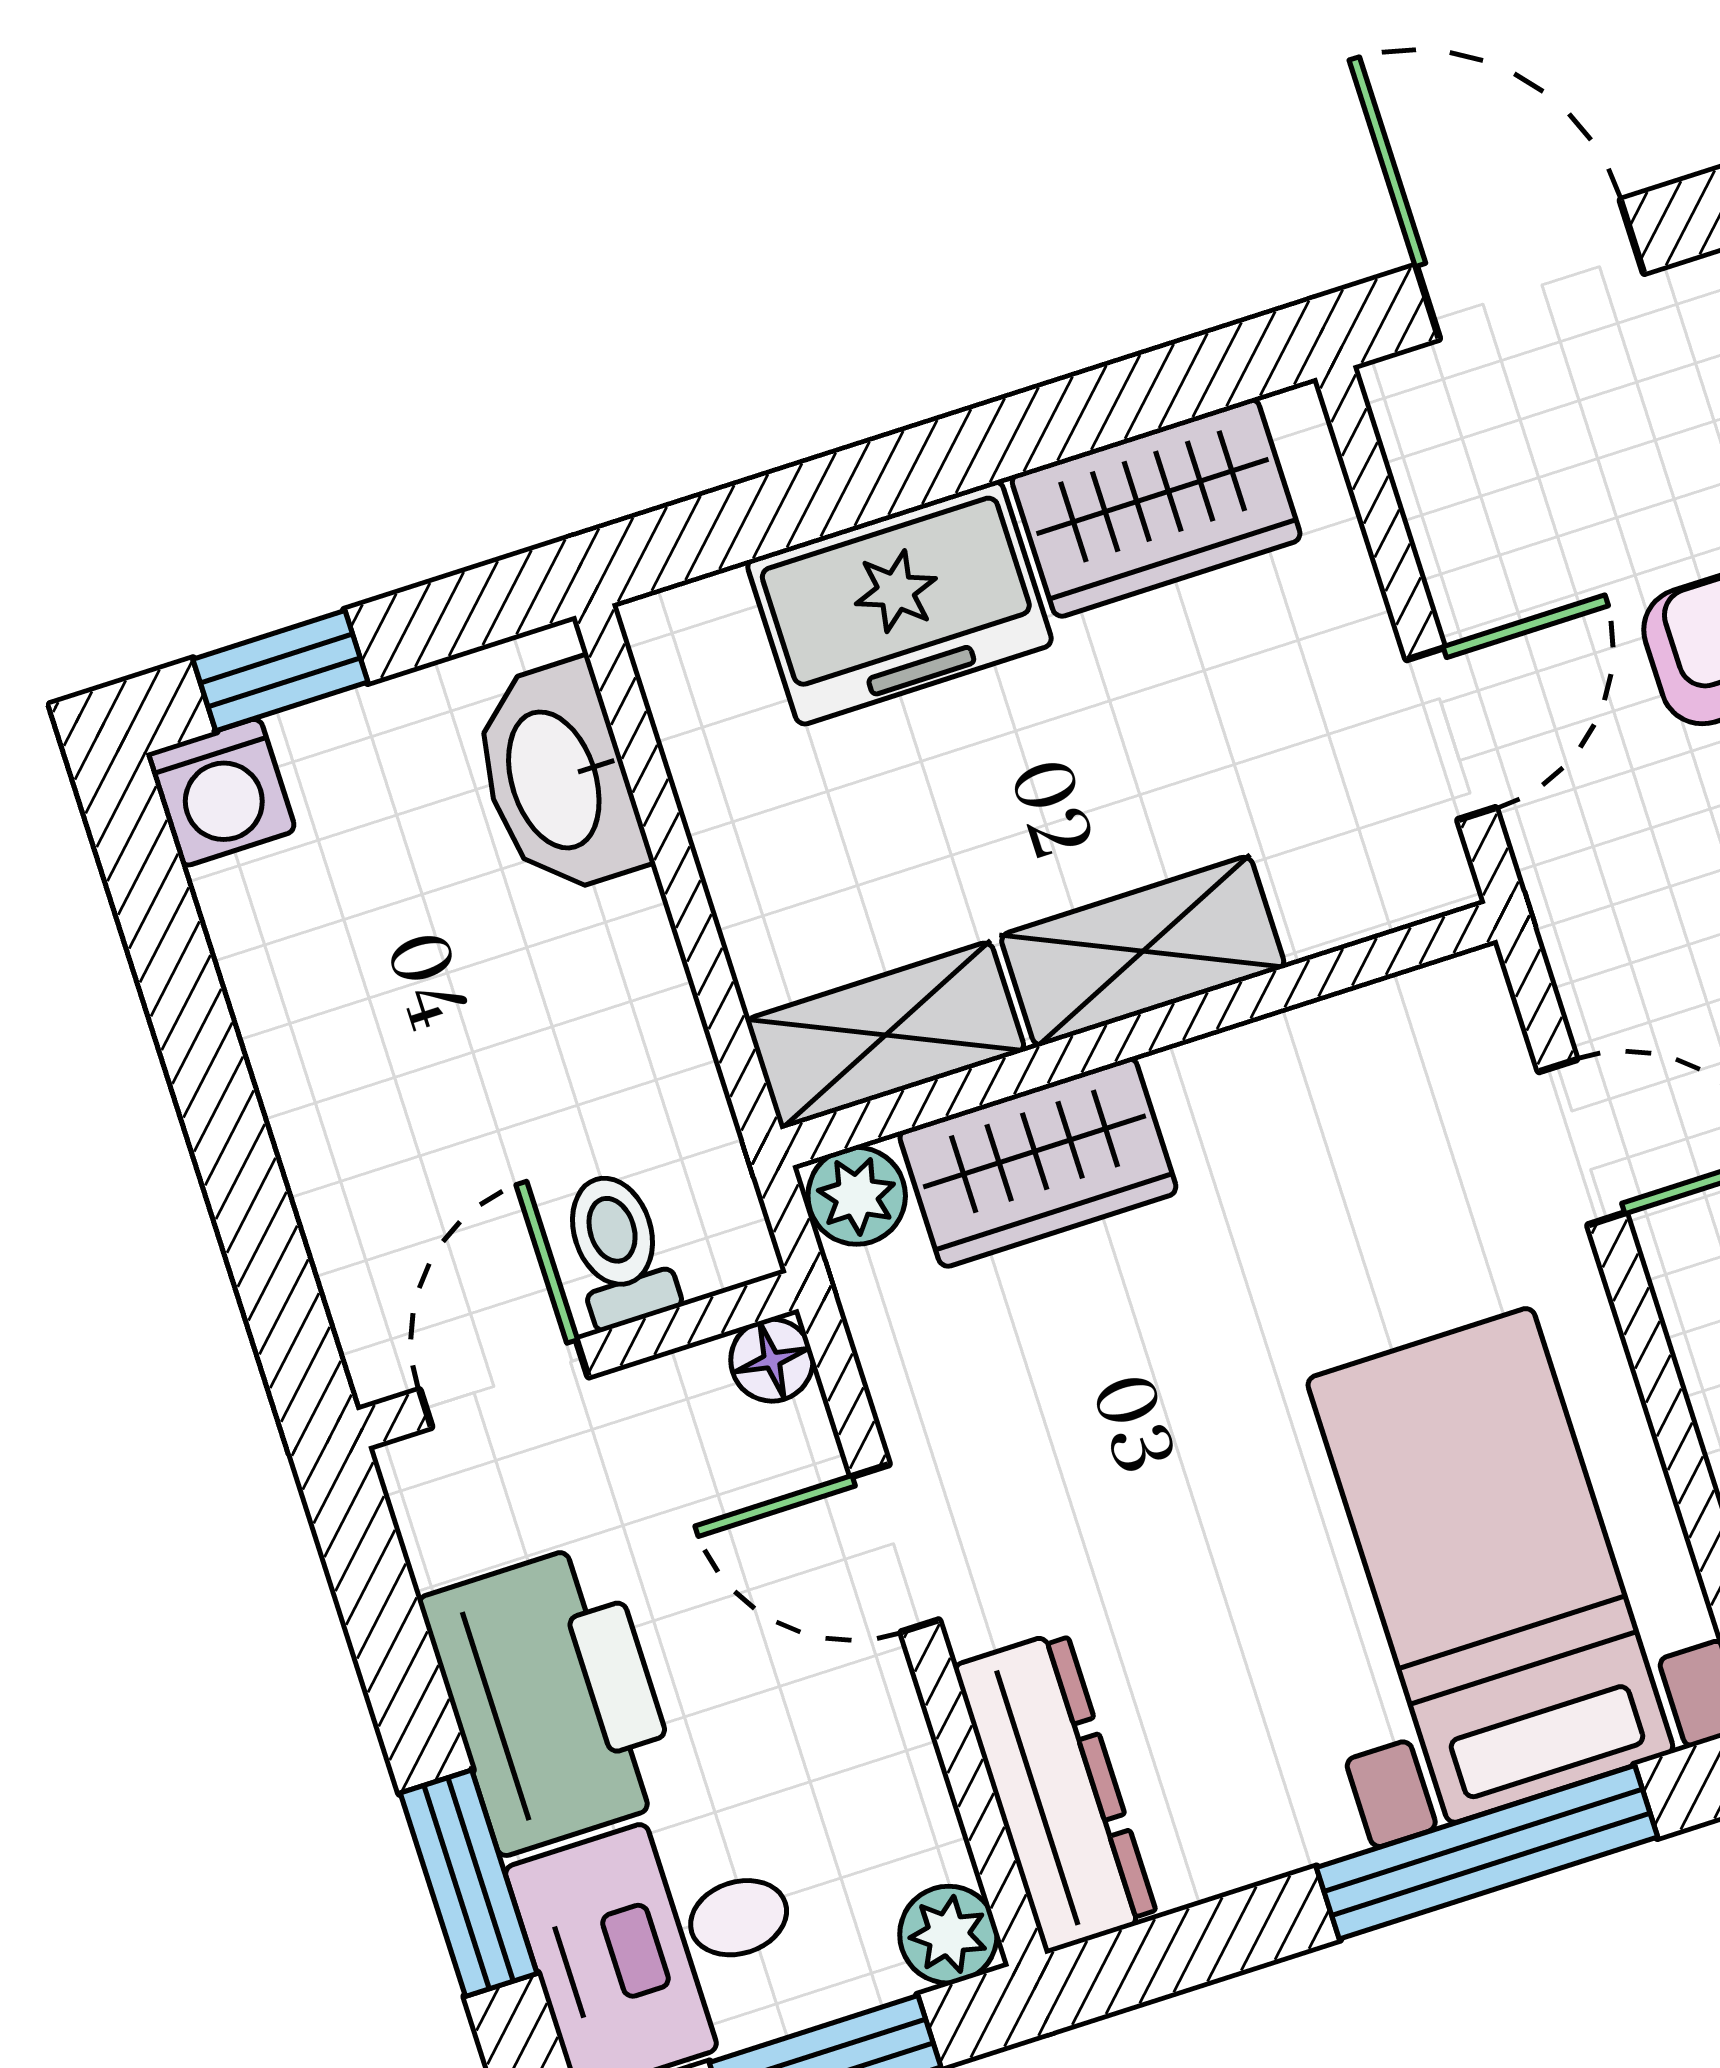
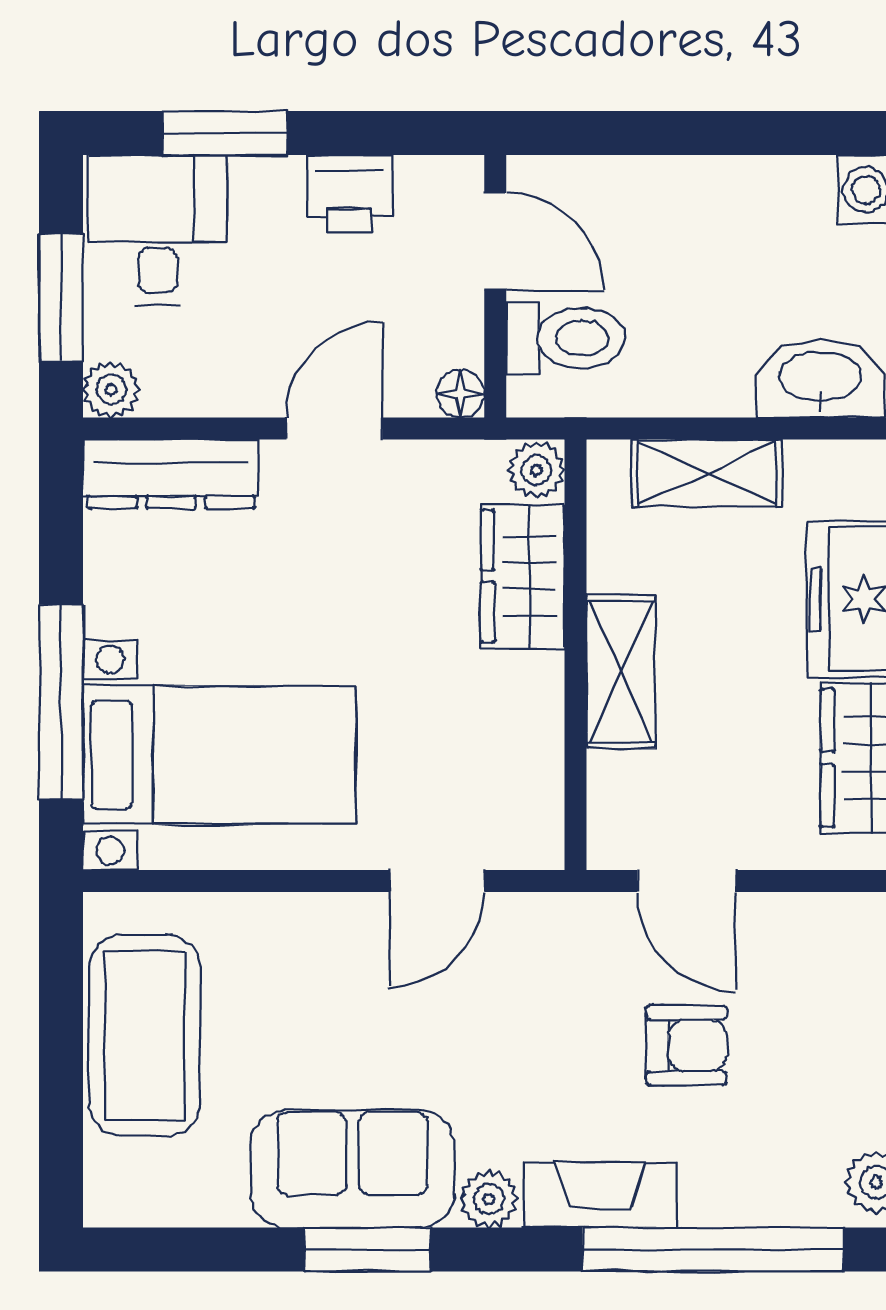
shelving: (886, 1035) -> (707, 473), moved, turned 90
toilet: (618, 1249) -> (566, 338), width x1.37, depth x1.39
printer: (552, 1698) -> (350, 193), width x0.53, depth x0.68

